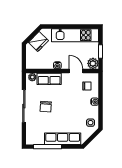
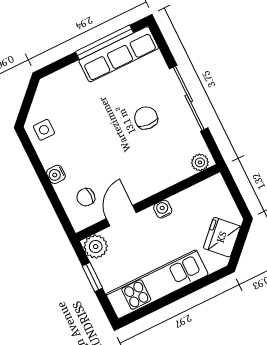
door: (76, 71) -> (121, 216), swing flipped
row of seats: (49, 79) -> (166, 175), removed
row of seats: (63, 139) -> (119, 54), moved

